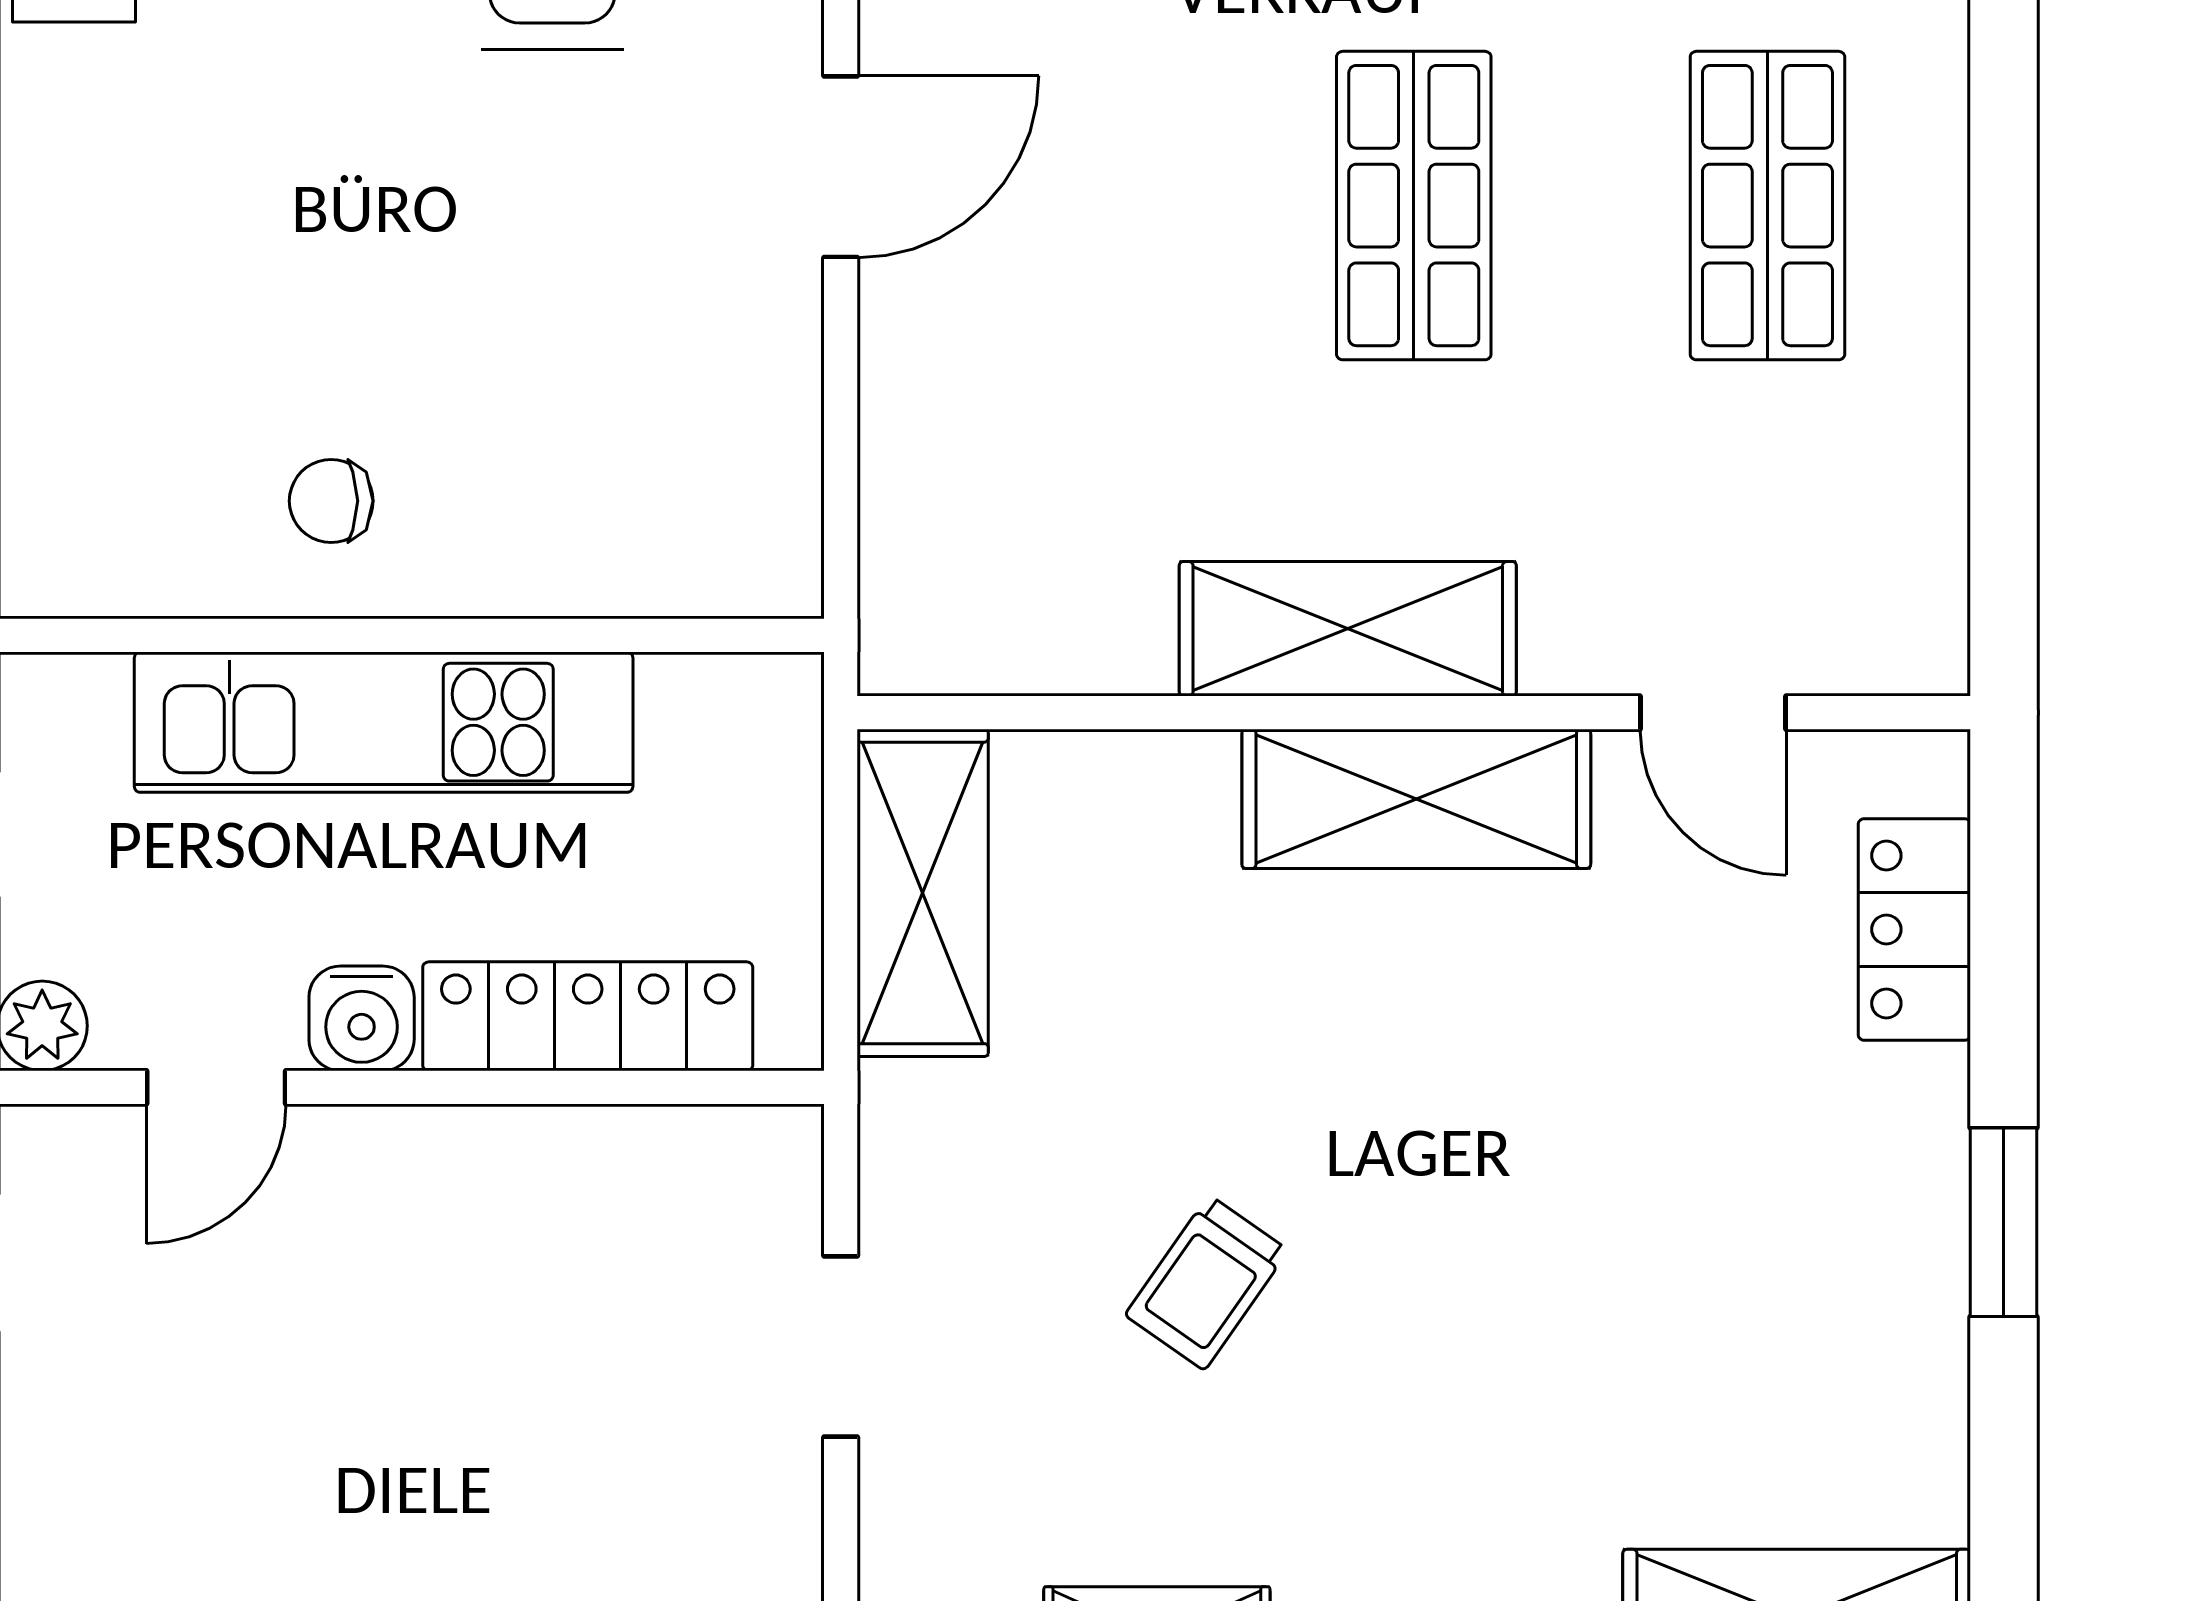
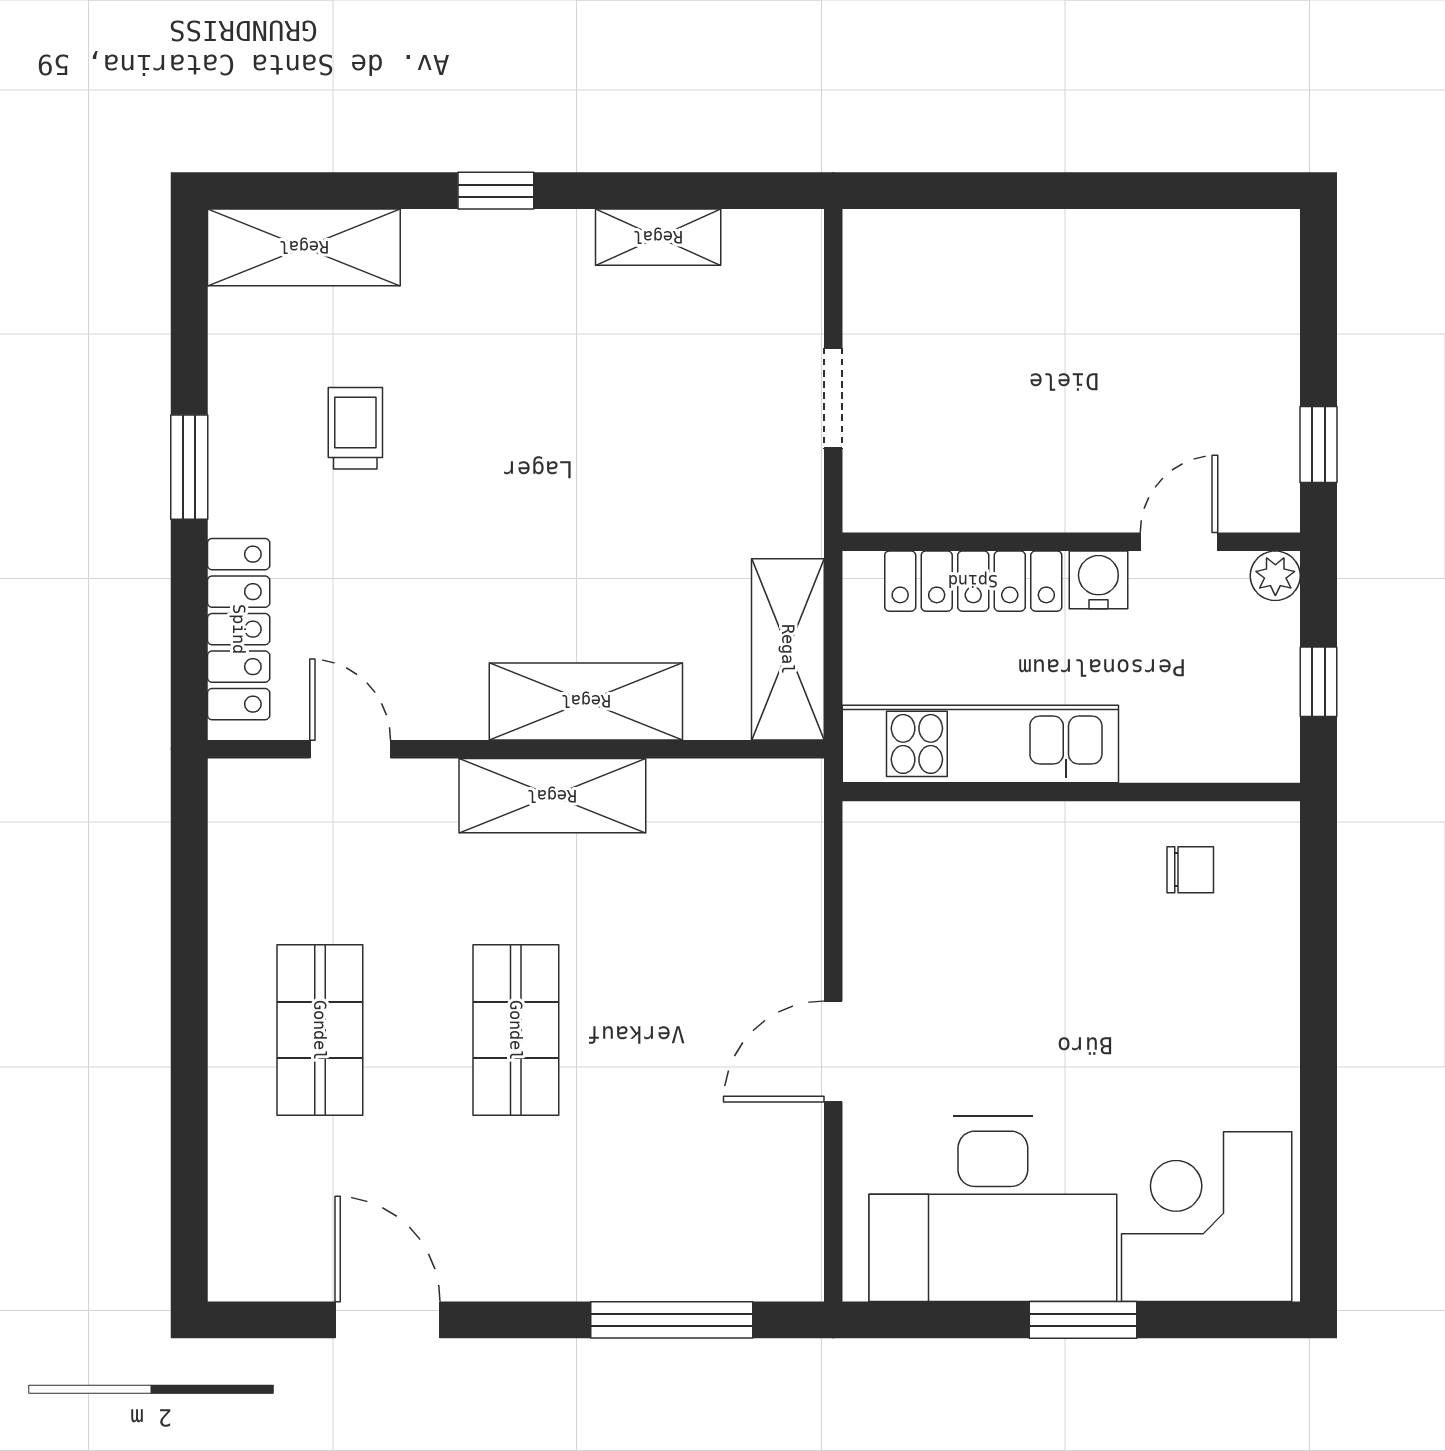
chair: (331, 501) -> (1190, 870), moved
kitchen unit: (384, 722) -> (980, 744), moved
shelving: (1416, 799) -> (586, 701), moved
locker: (1914, 929) -> (239, 629), width x1.53
trolley: (1207, 1283) -> (355, 428), moved, turned -35

